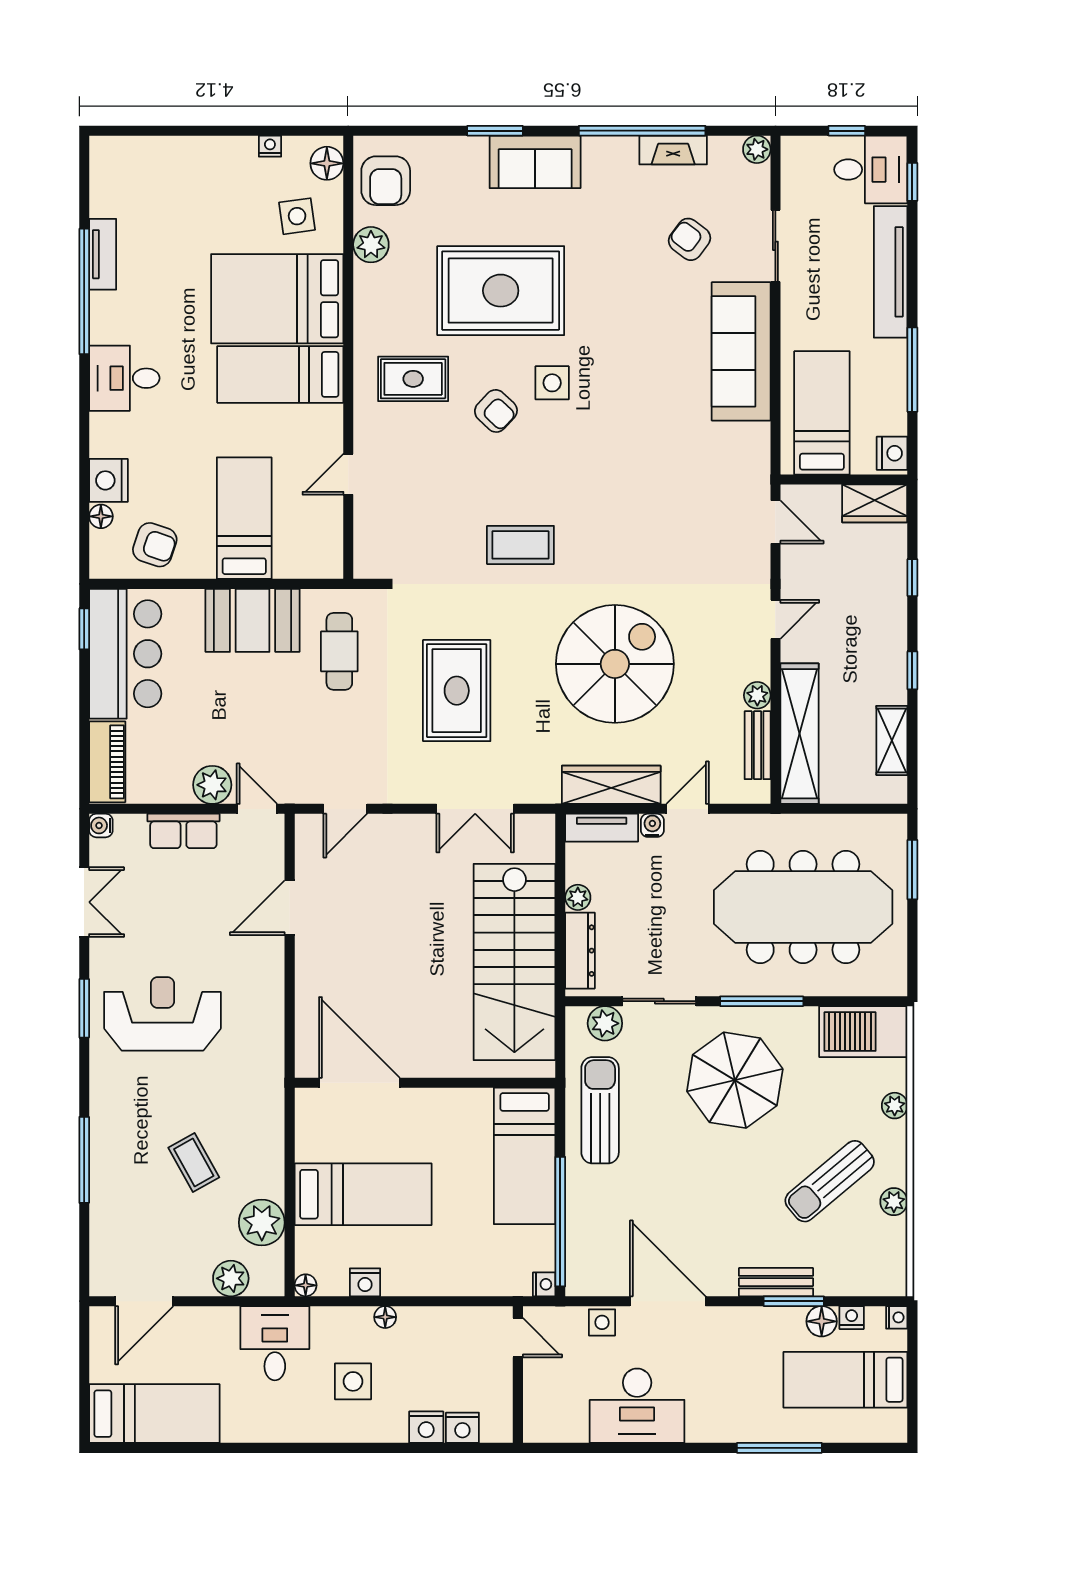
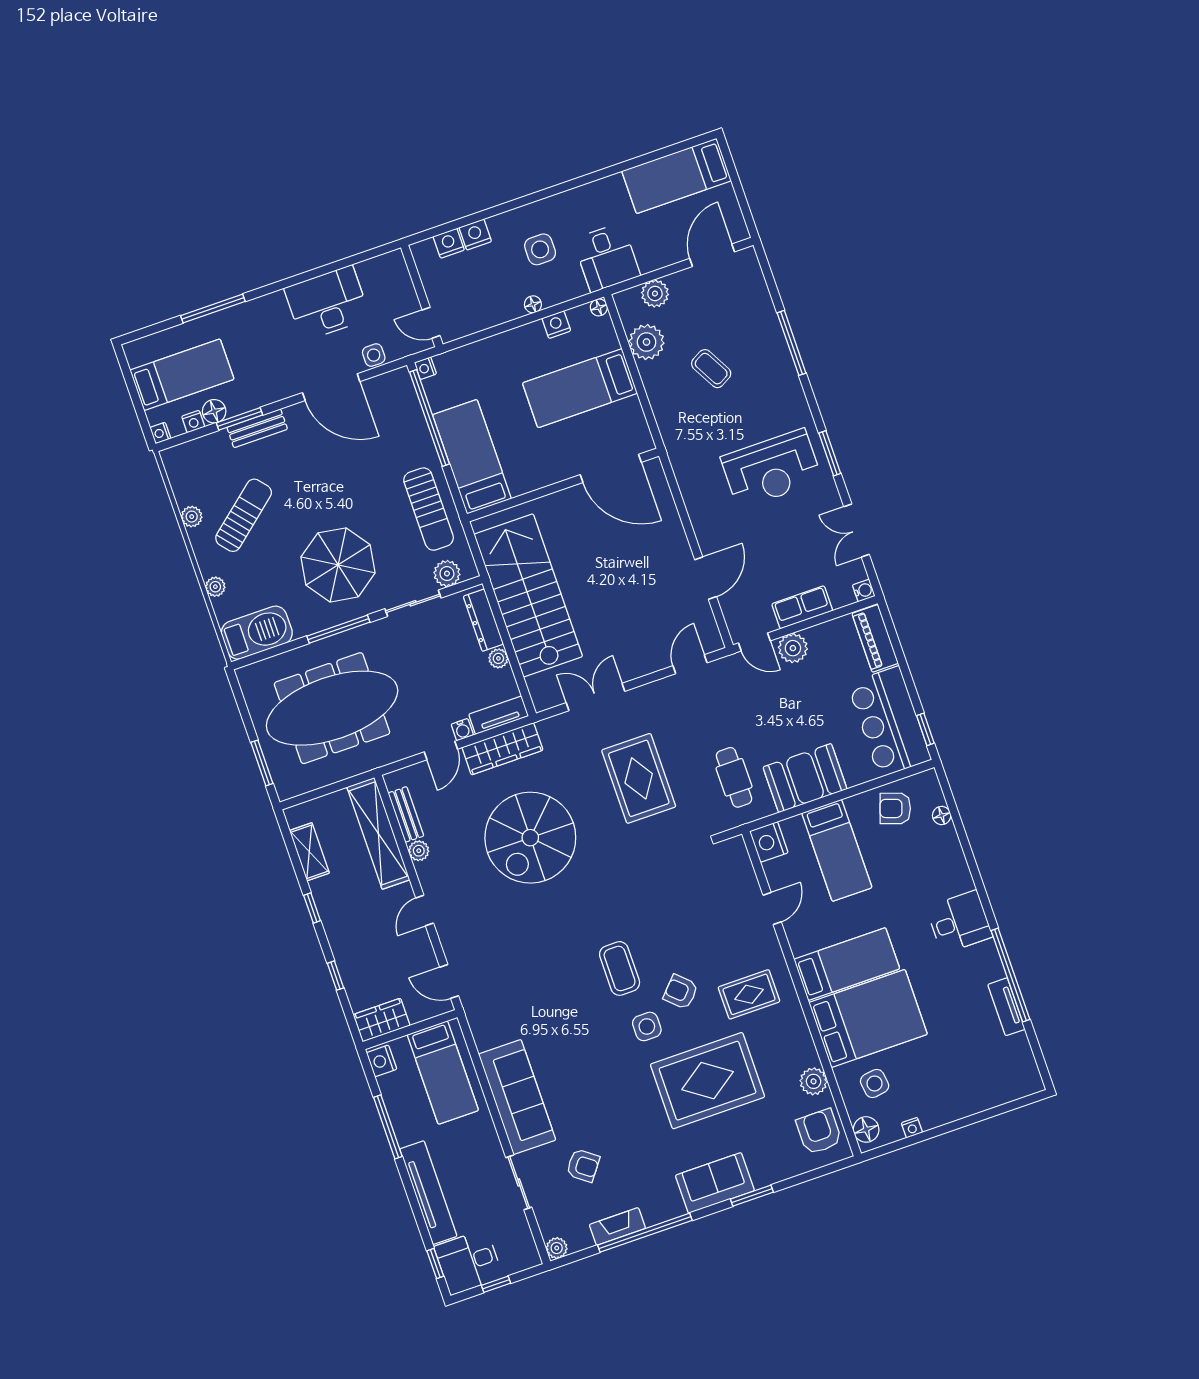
nightstand: (108, 480) -> (769, 842), moved, turned 180
coffee table: (520, 545) -> (620, 968), moved, turned 90

